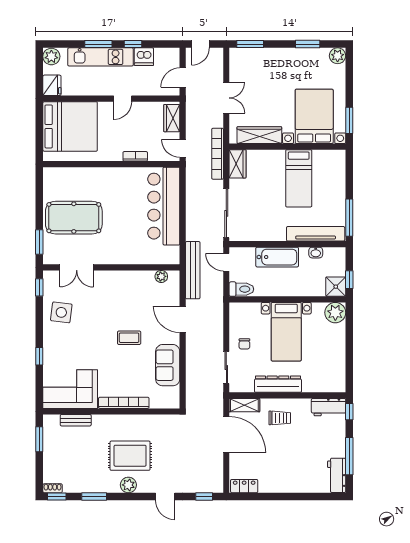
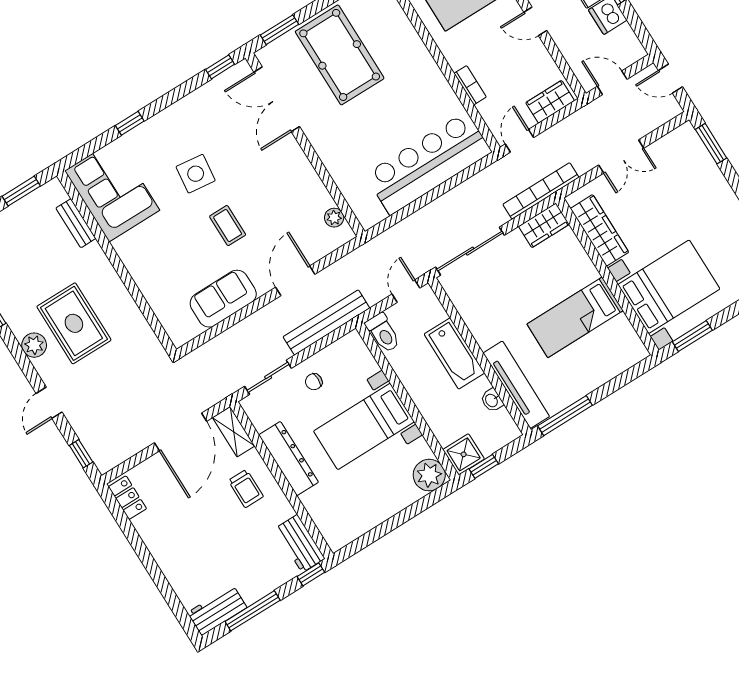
double door: (77, 267) -> (277, 99), width x1.37
bench: (193, 270) -> (326, 322), moved
side table: (61, 312) -> (196, 174), moved
bookcase: (124, 403) -> (138, 272), removed

